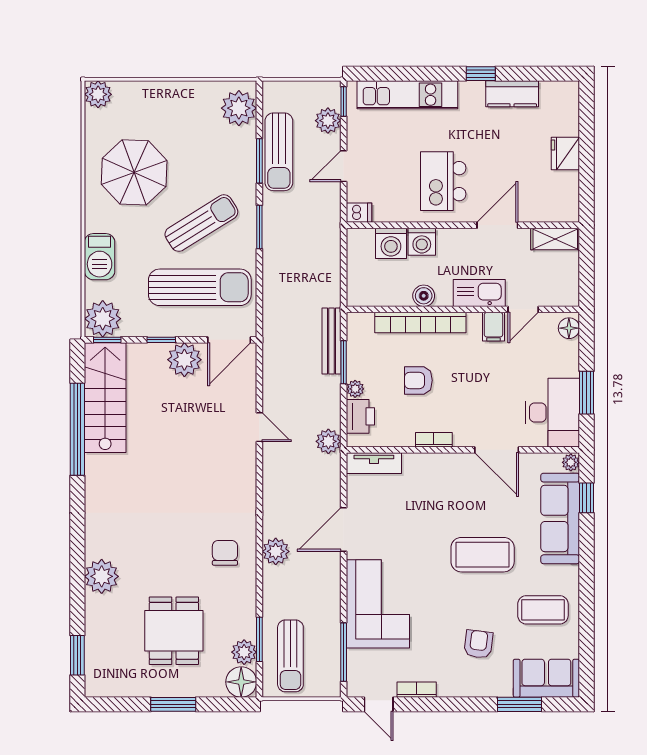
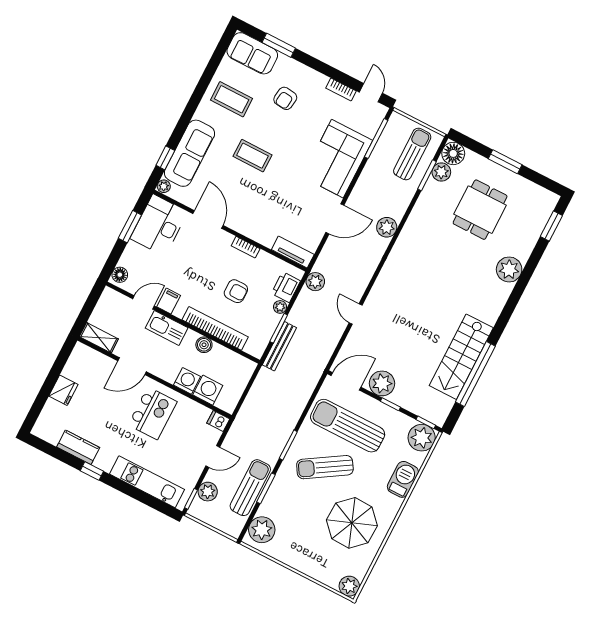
stairs: (105, 398) -> (461, 357), moved
chair: (225, 553) -> (420, 243), removed
coffee table: (483, 555) -> (252, 156), width x0.73, depth x0.76

